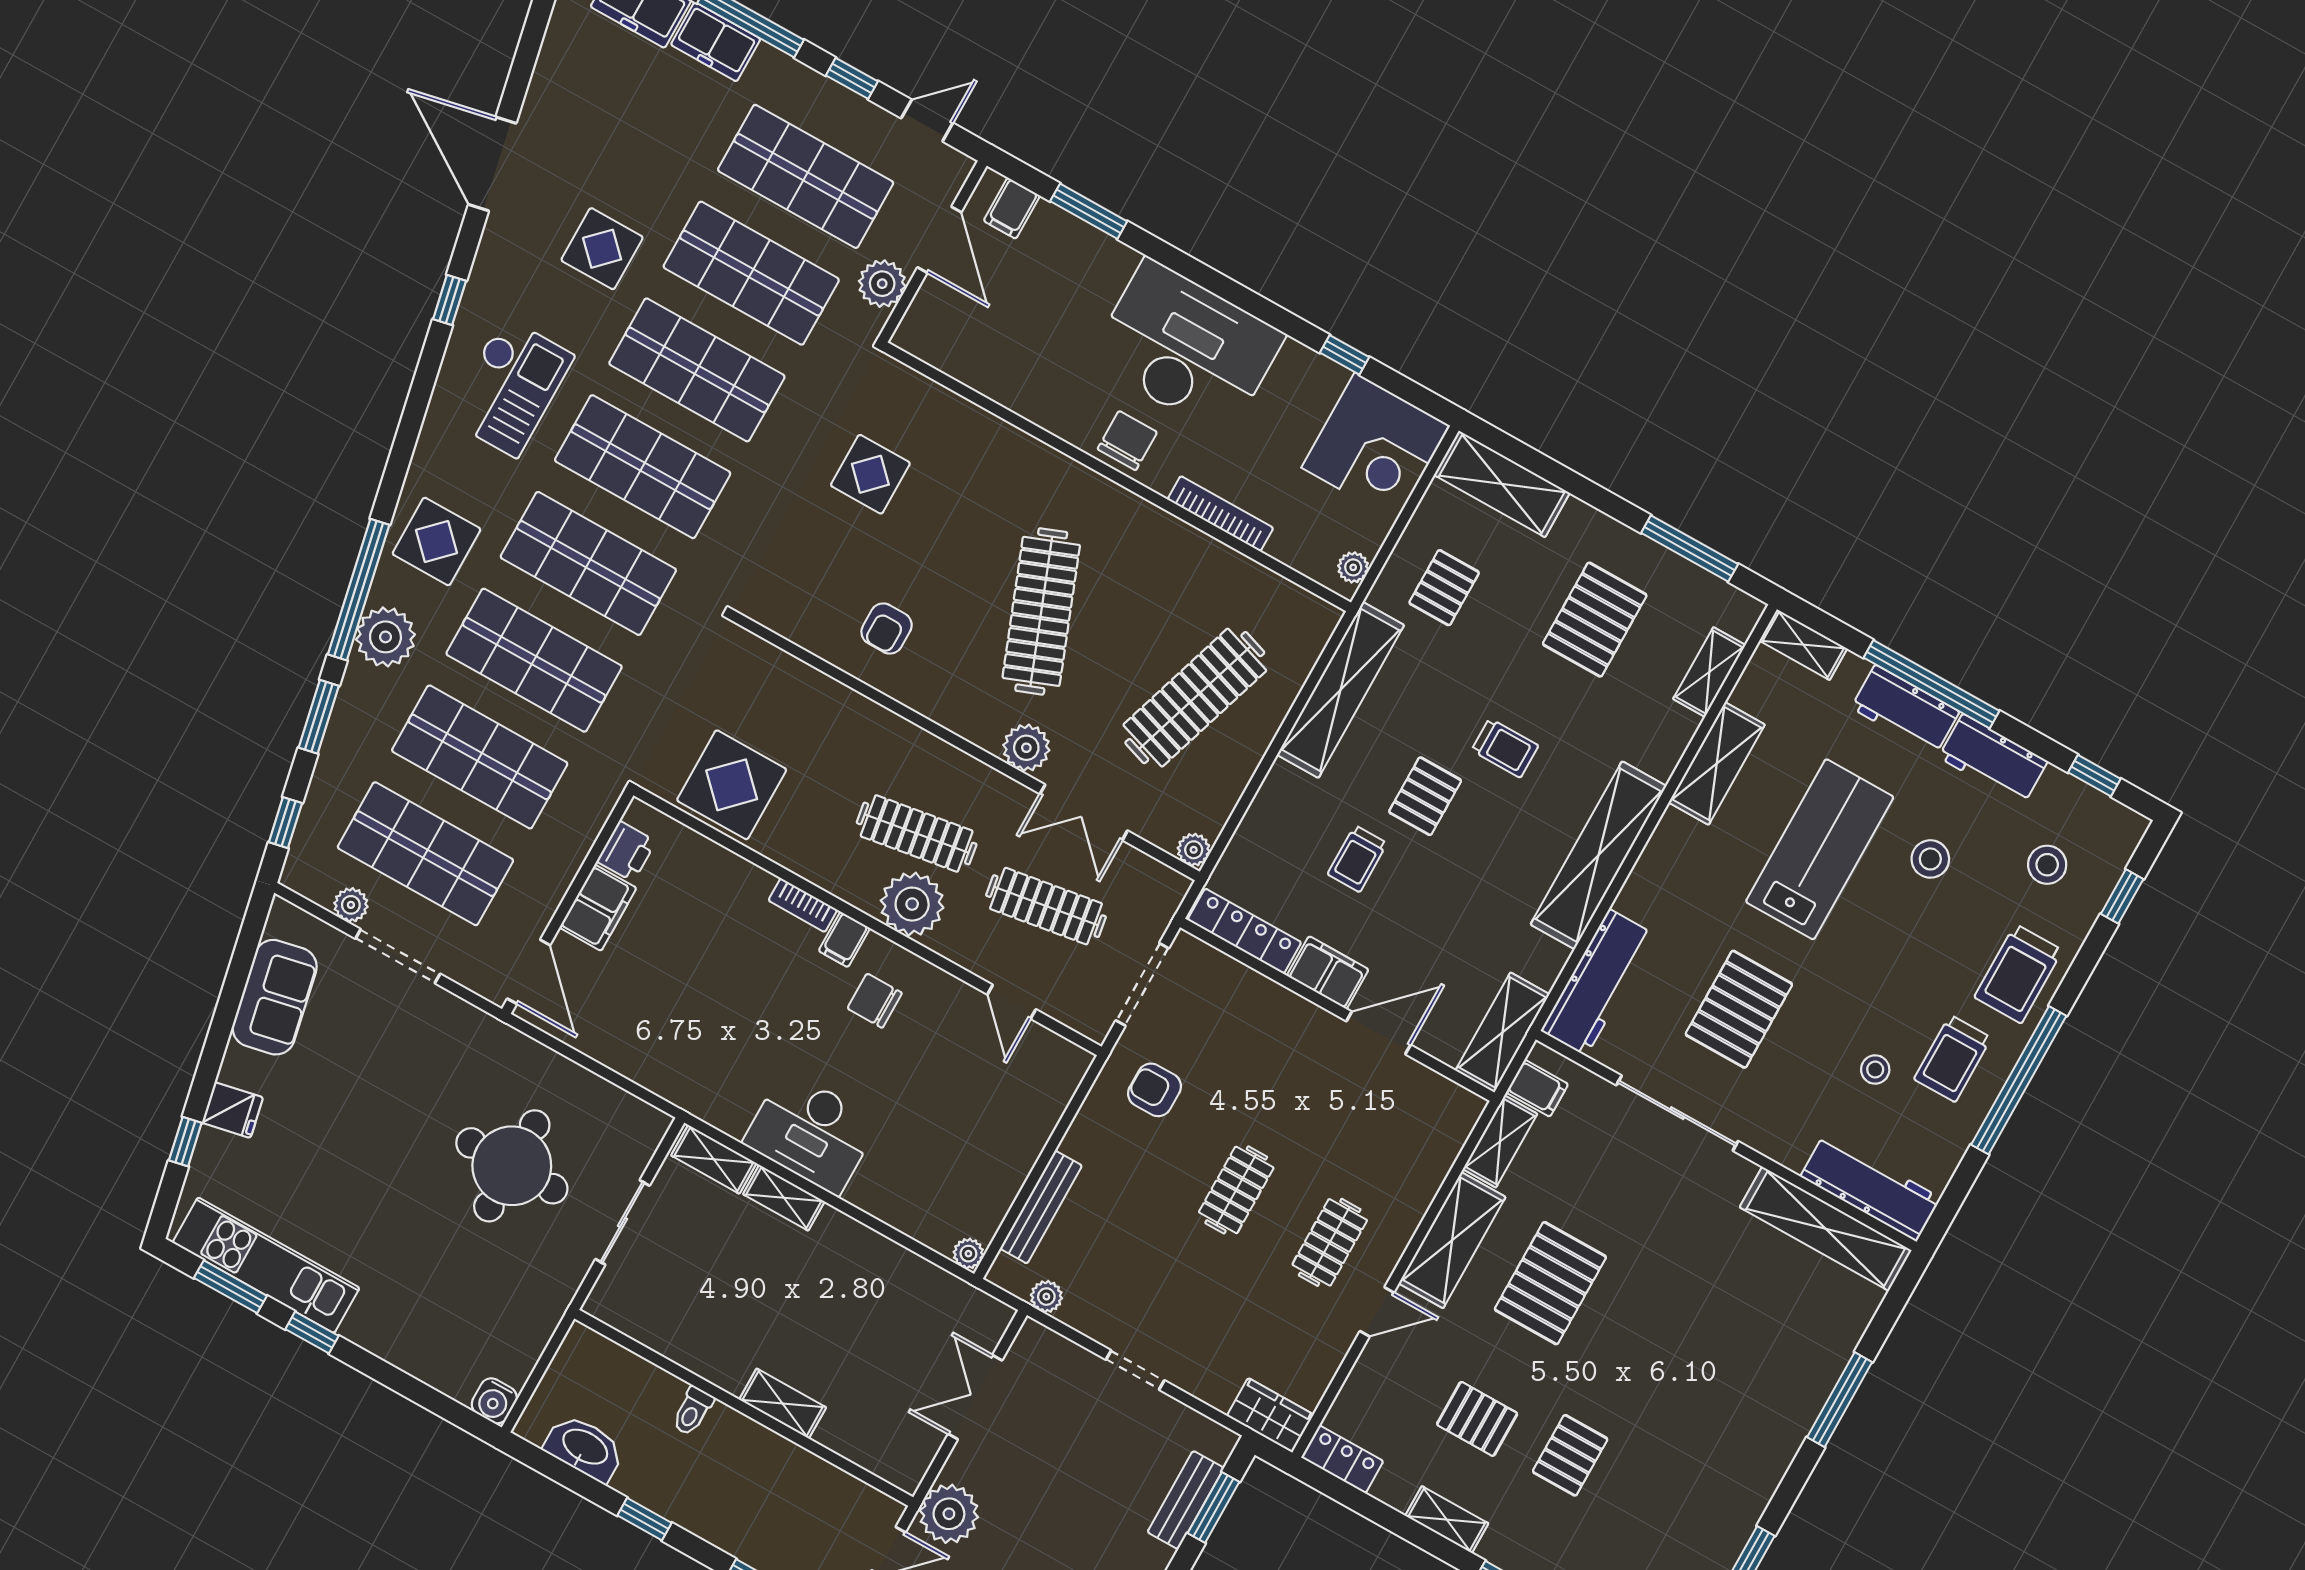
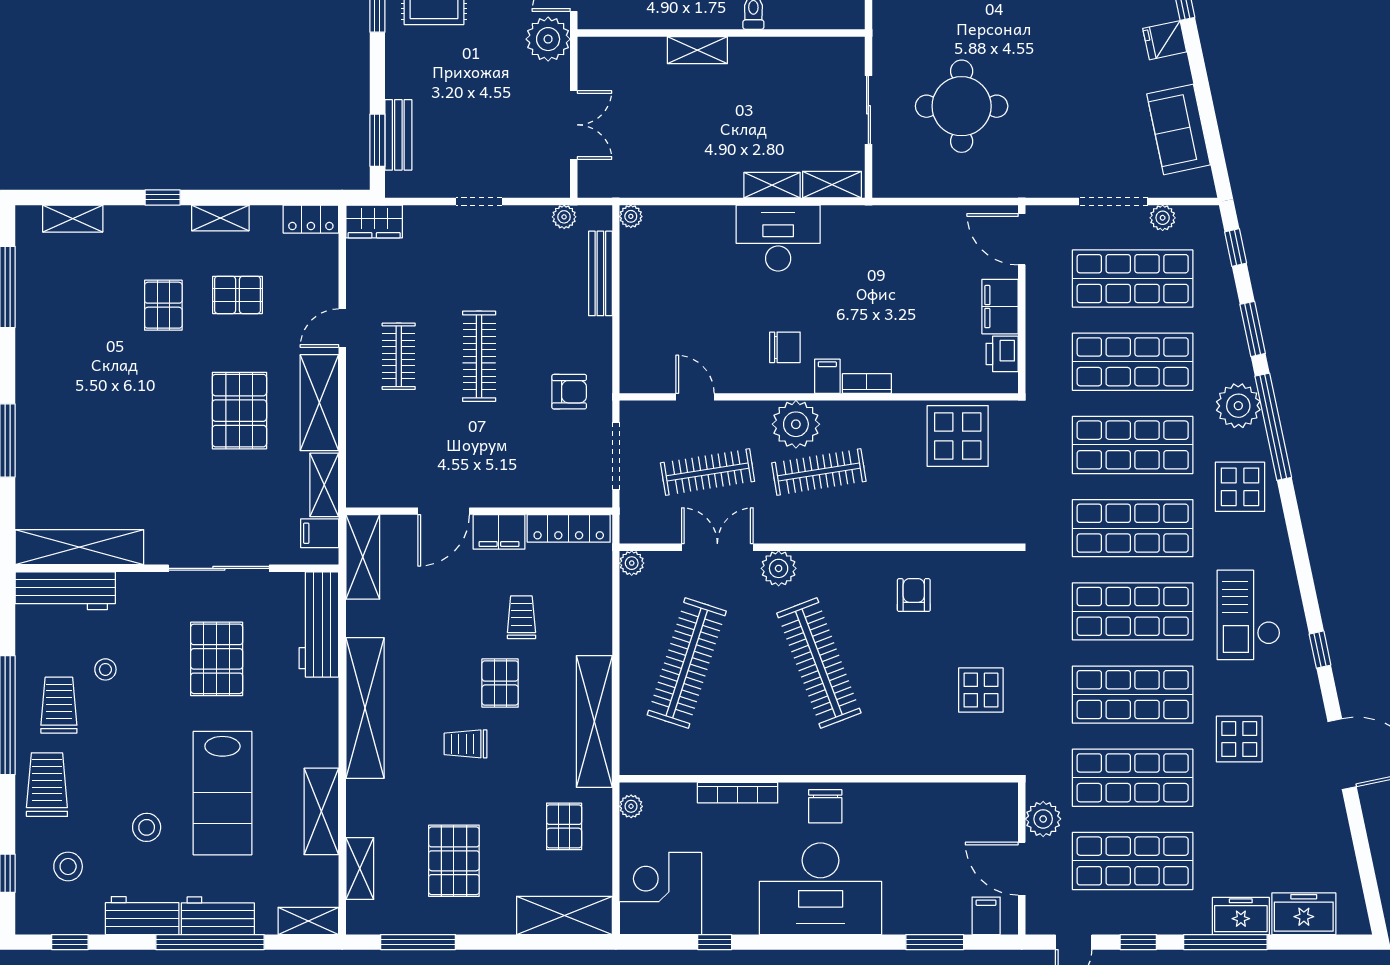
clothes rail: (1236, 1190) -> (479, 356), width x1.36

